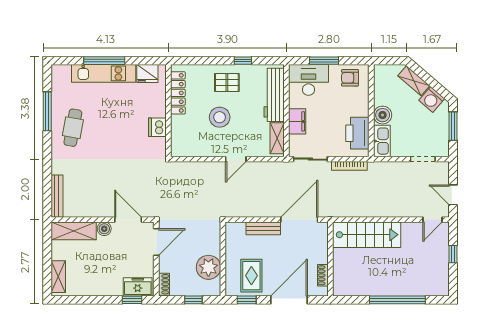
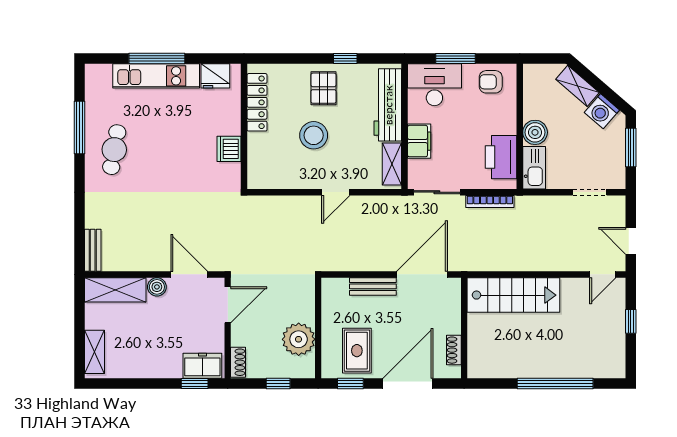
pallet: (227, 83) -> (323, 88), turned 90
bench: (57, 196) -> (93, 250), width x0.73

